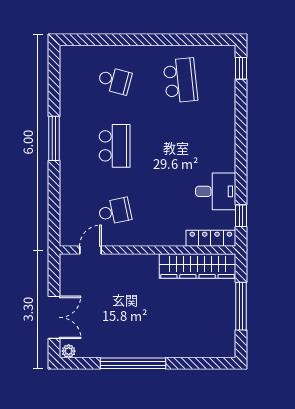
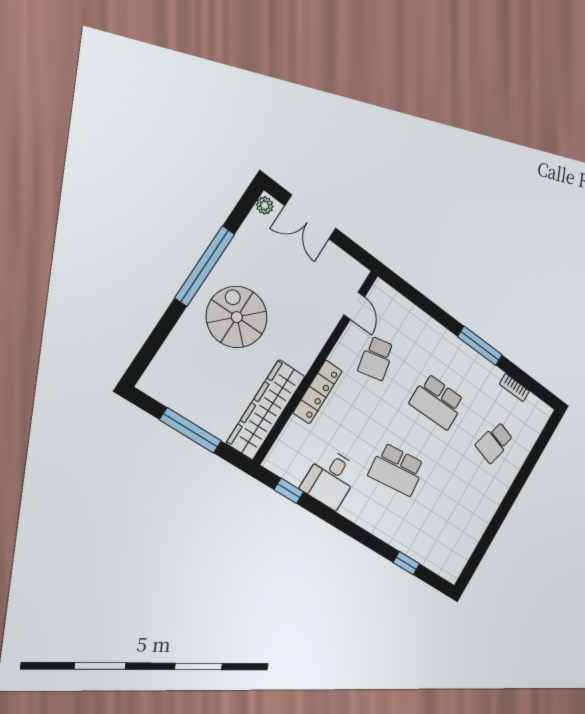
window: (241, 68) -> (406, 563), moved
school desk: (180, 80) -> (397, 470), moved
bookcase: (65, 90) -> (514, 388), added
locker: (211, 238) -> (318, 392), moved
spiral stairs: (151, 323) -> (237, 317), added

